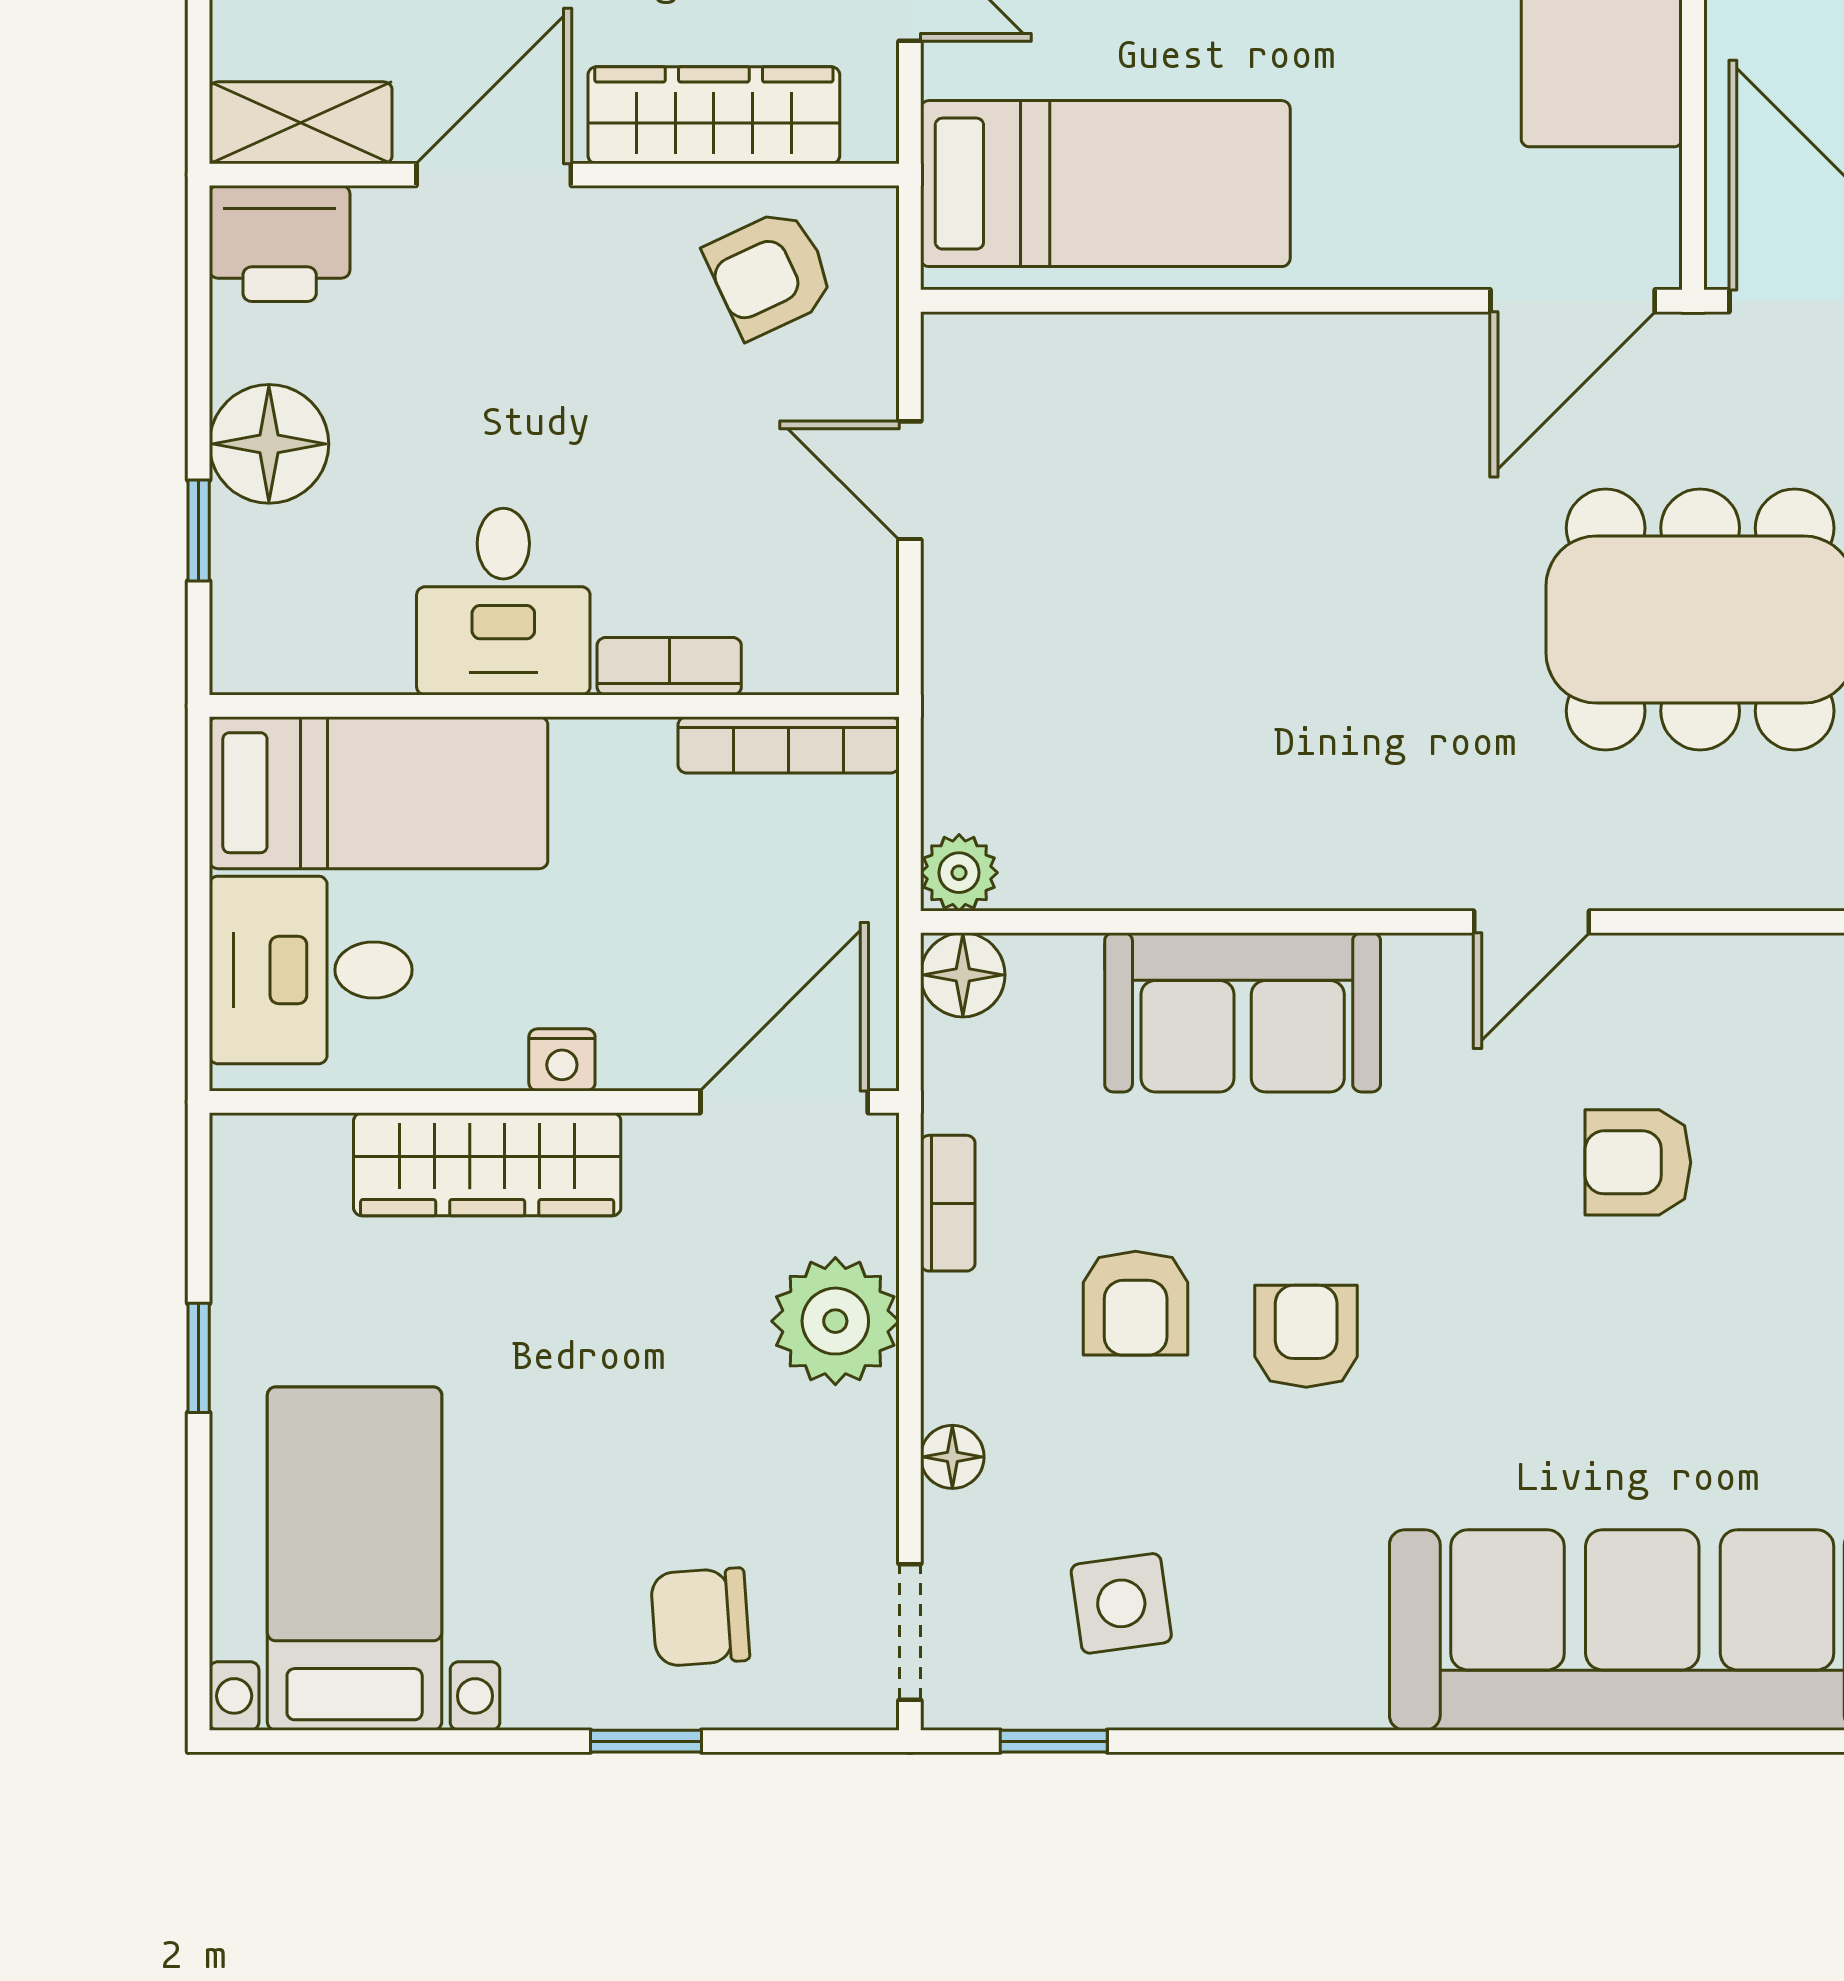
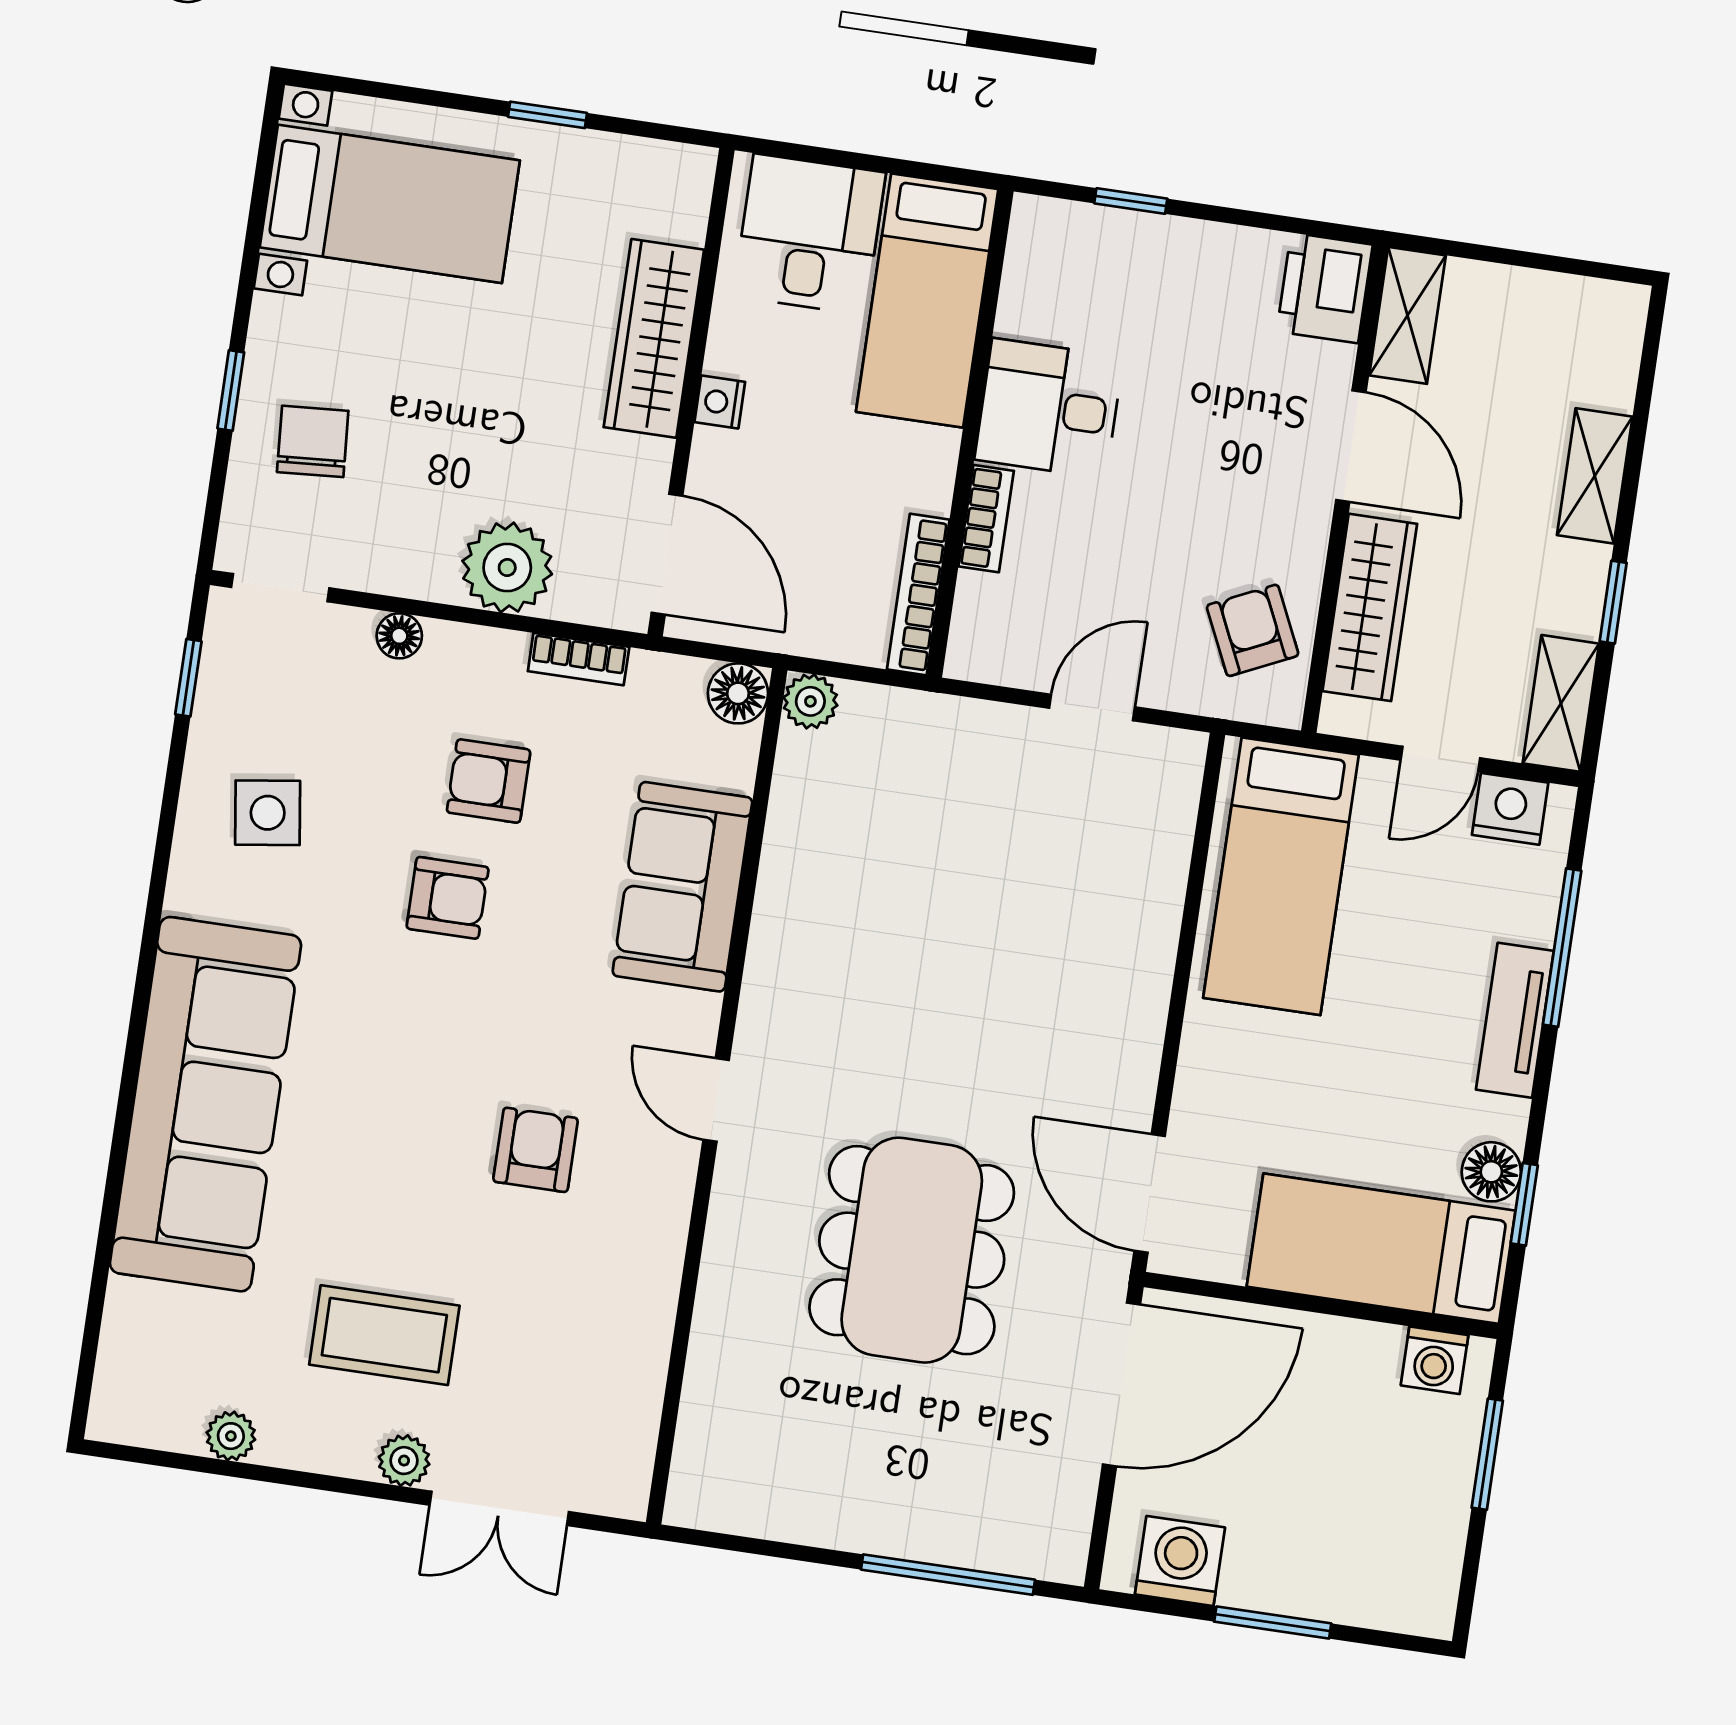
floor lamp: (269, 444) -> (1184, 260), removed
side table: (1121, 1603) -> (268, 813), moved

